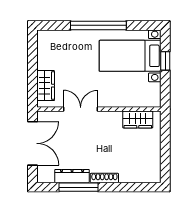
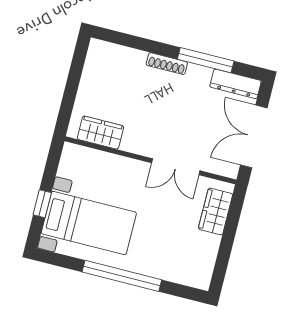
dresser: (72, 176) -> (235, 84), moved

